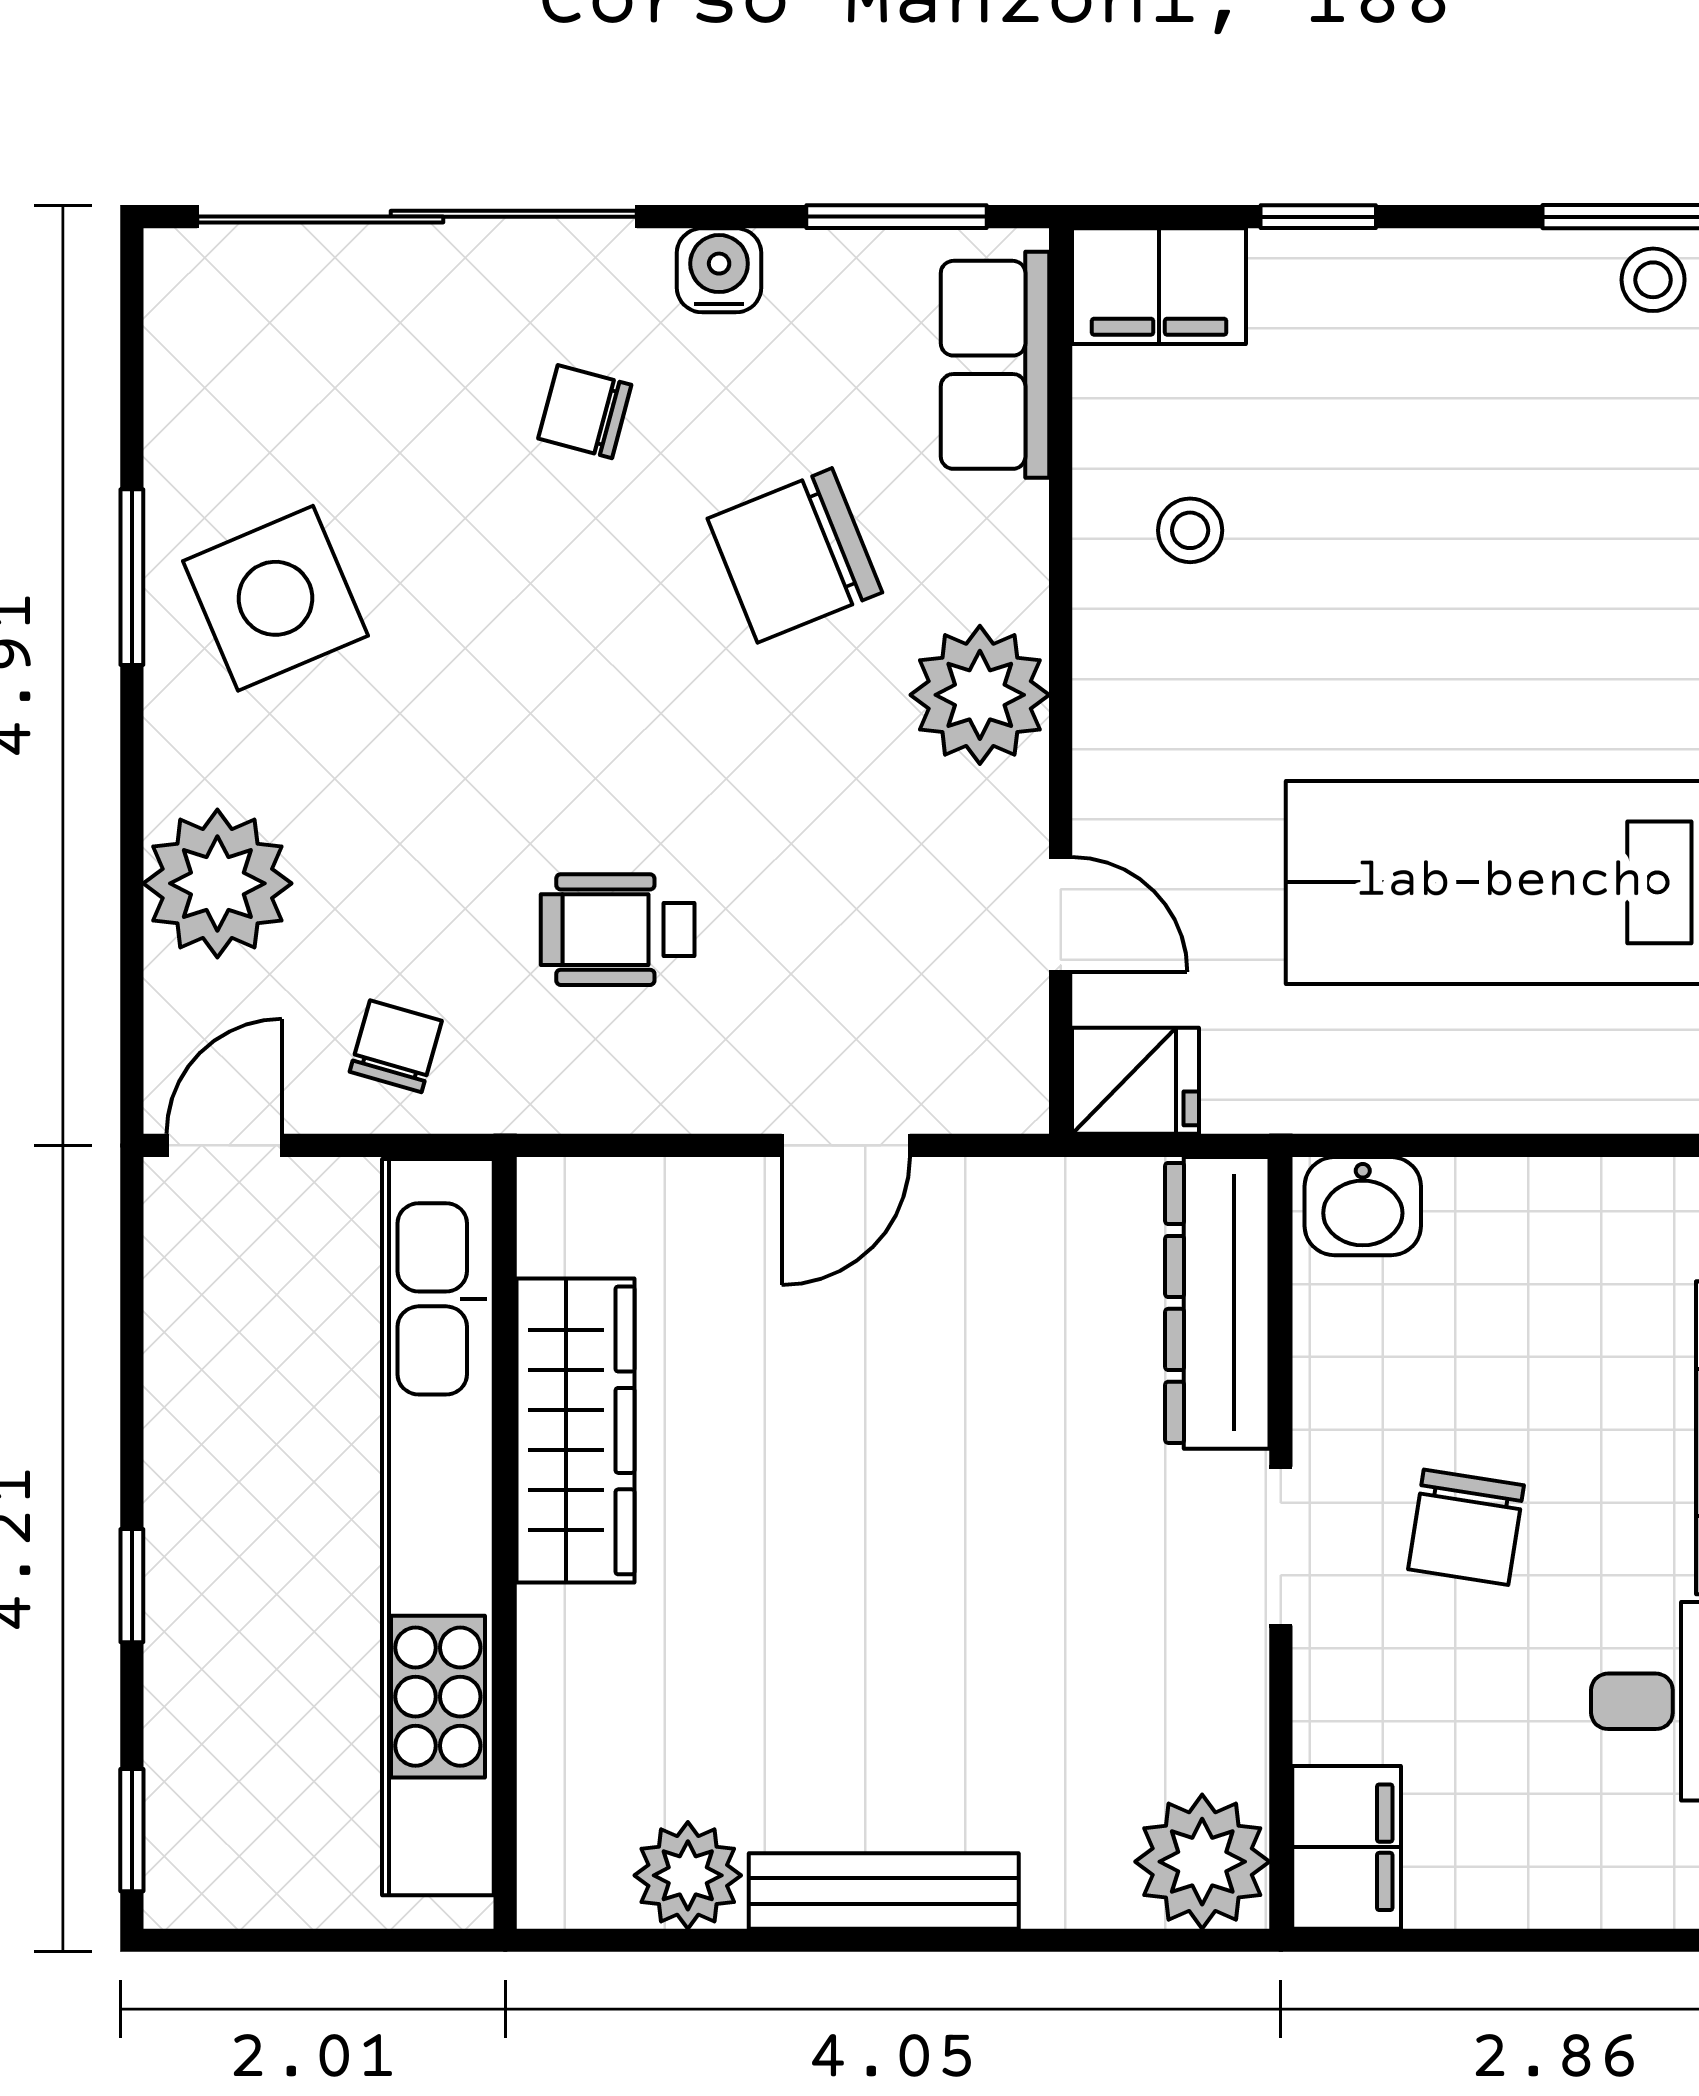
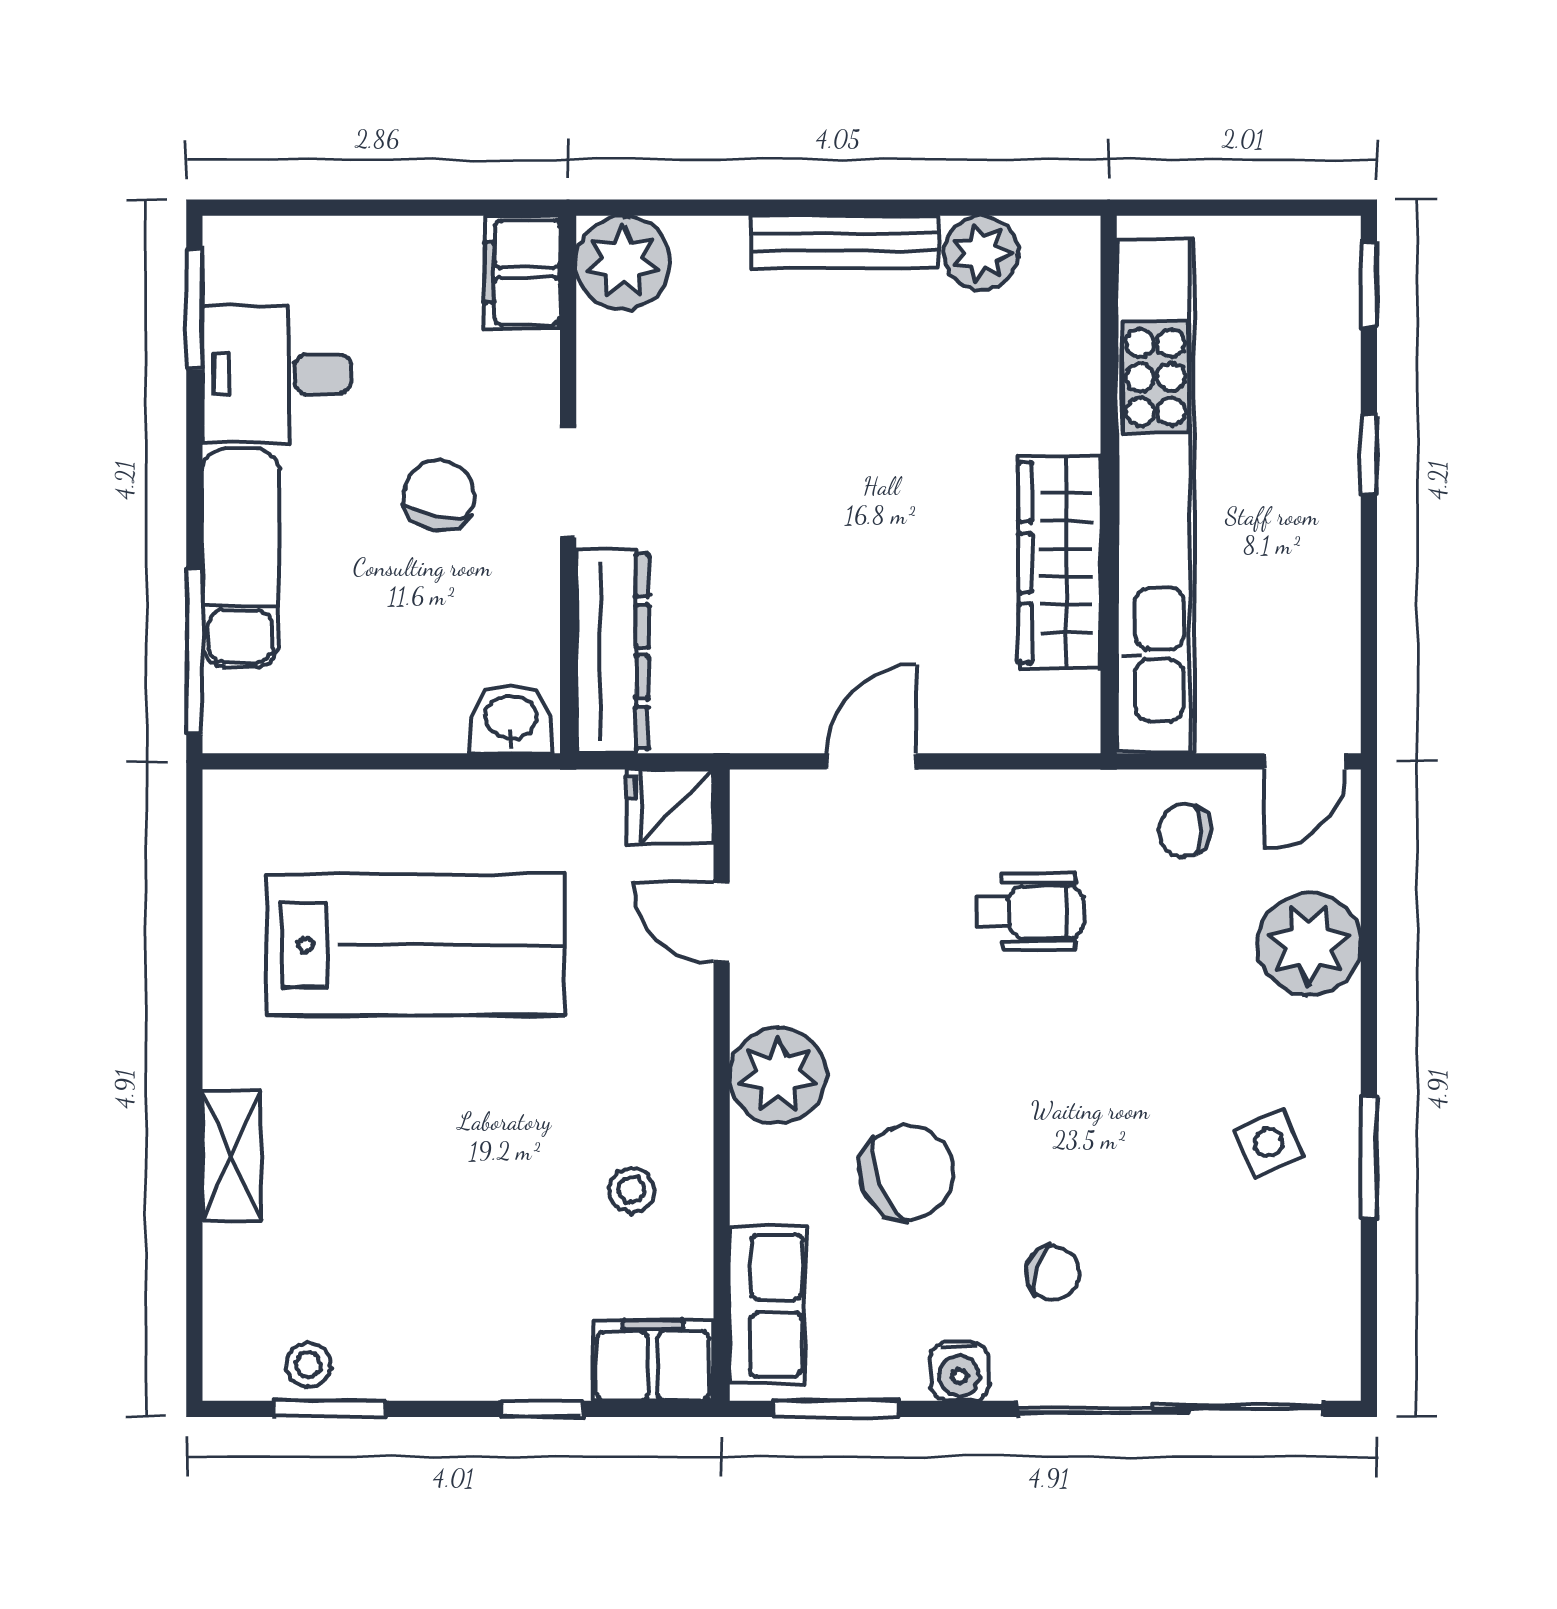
side table: (275, 598) -> (1269, 1143), width x0.54, depth x0.54
chair: (396, 1046) -> (1185, 831), turned 74

